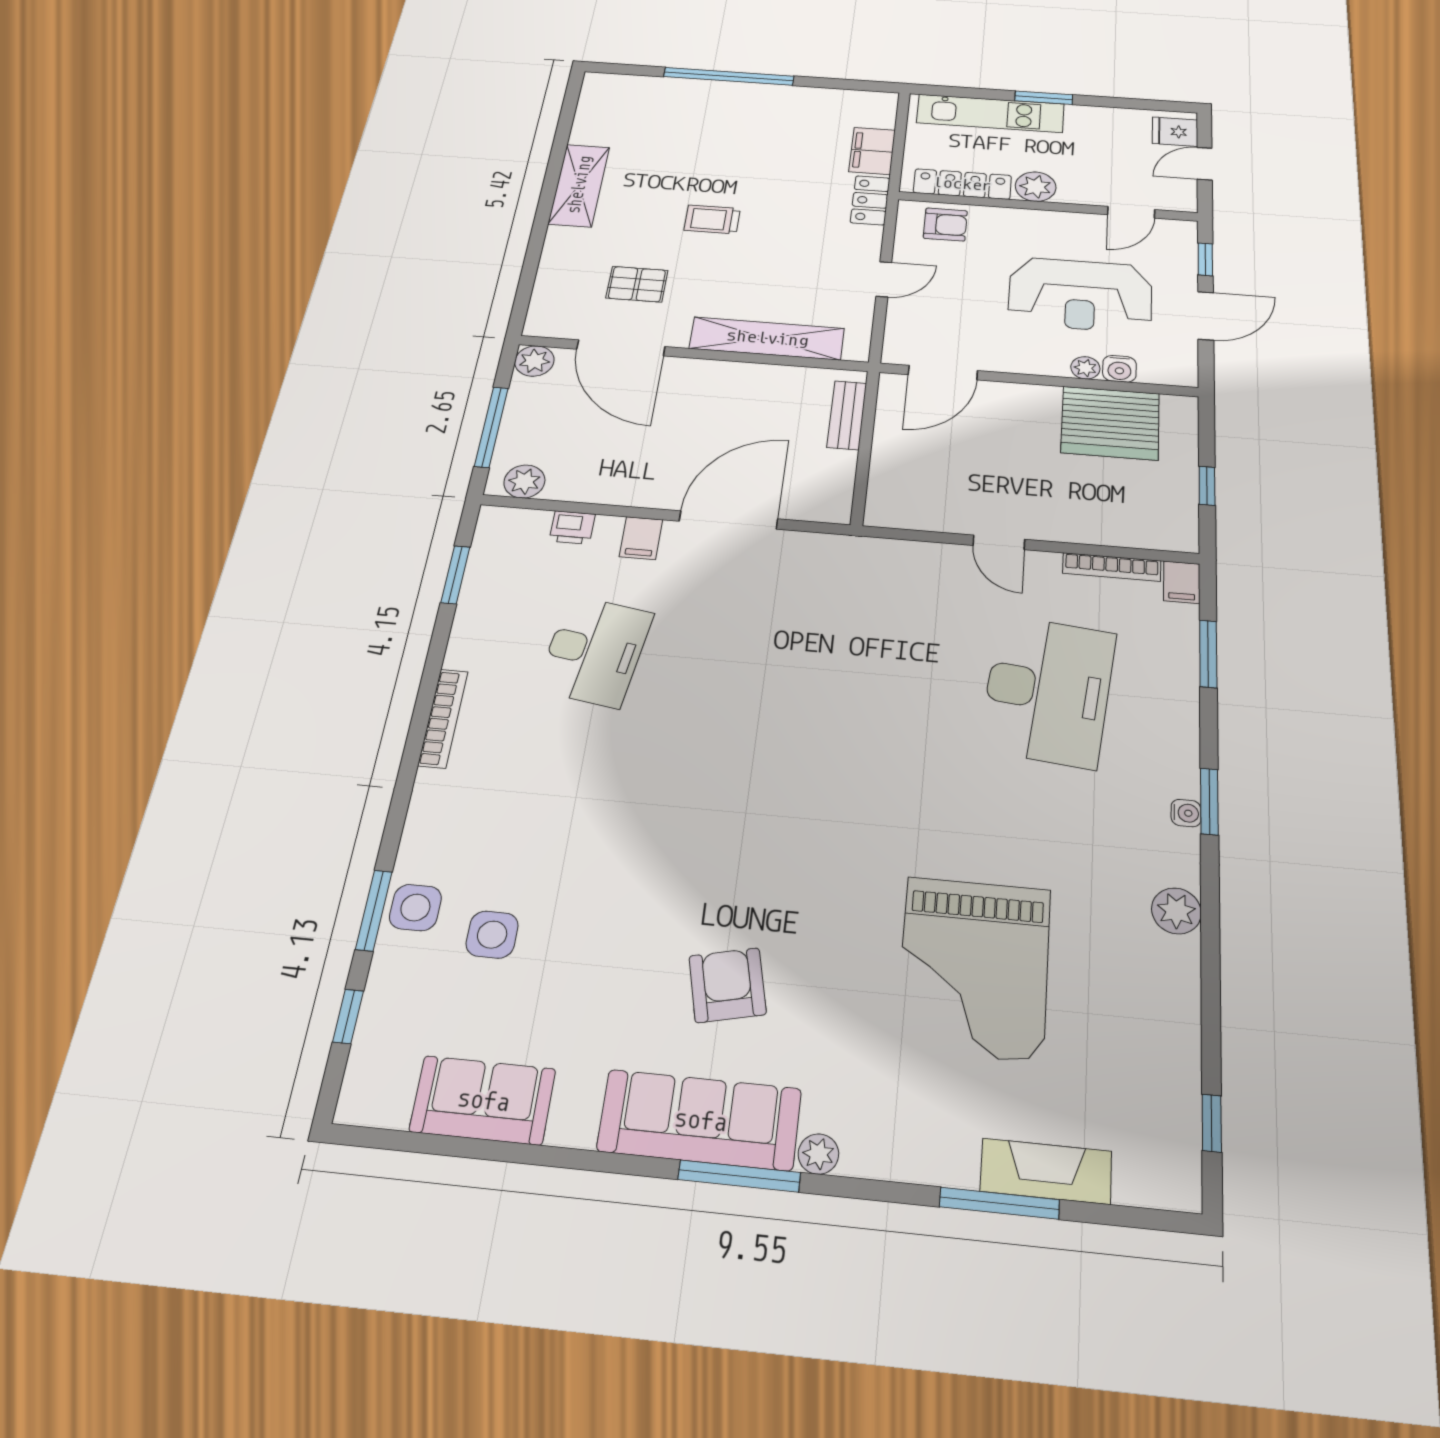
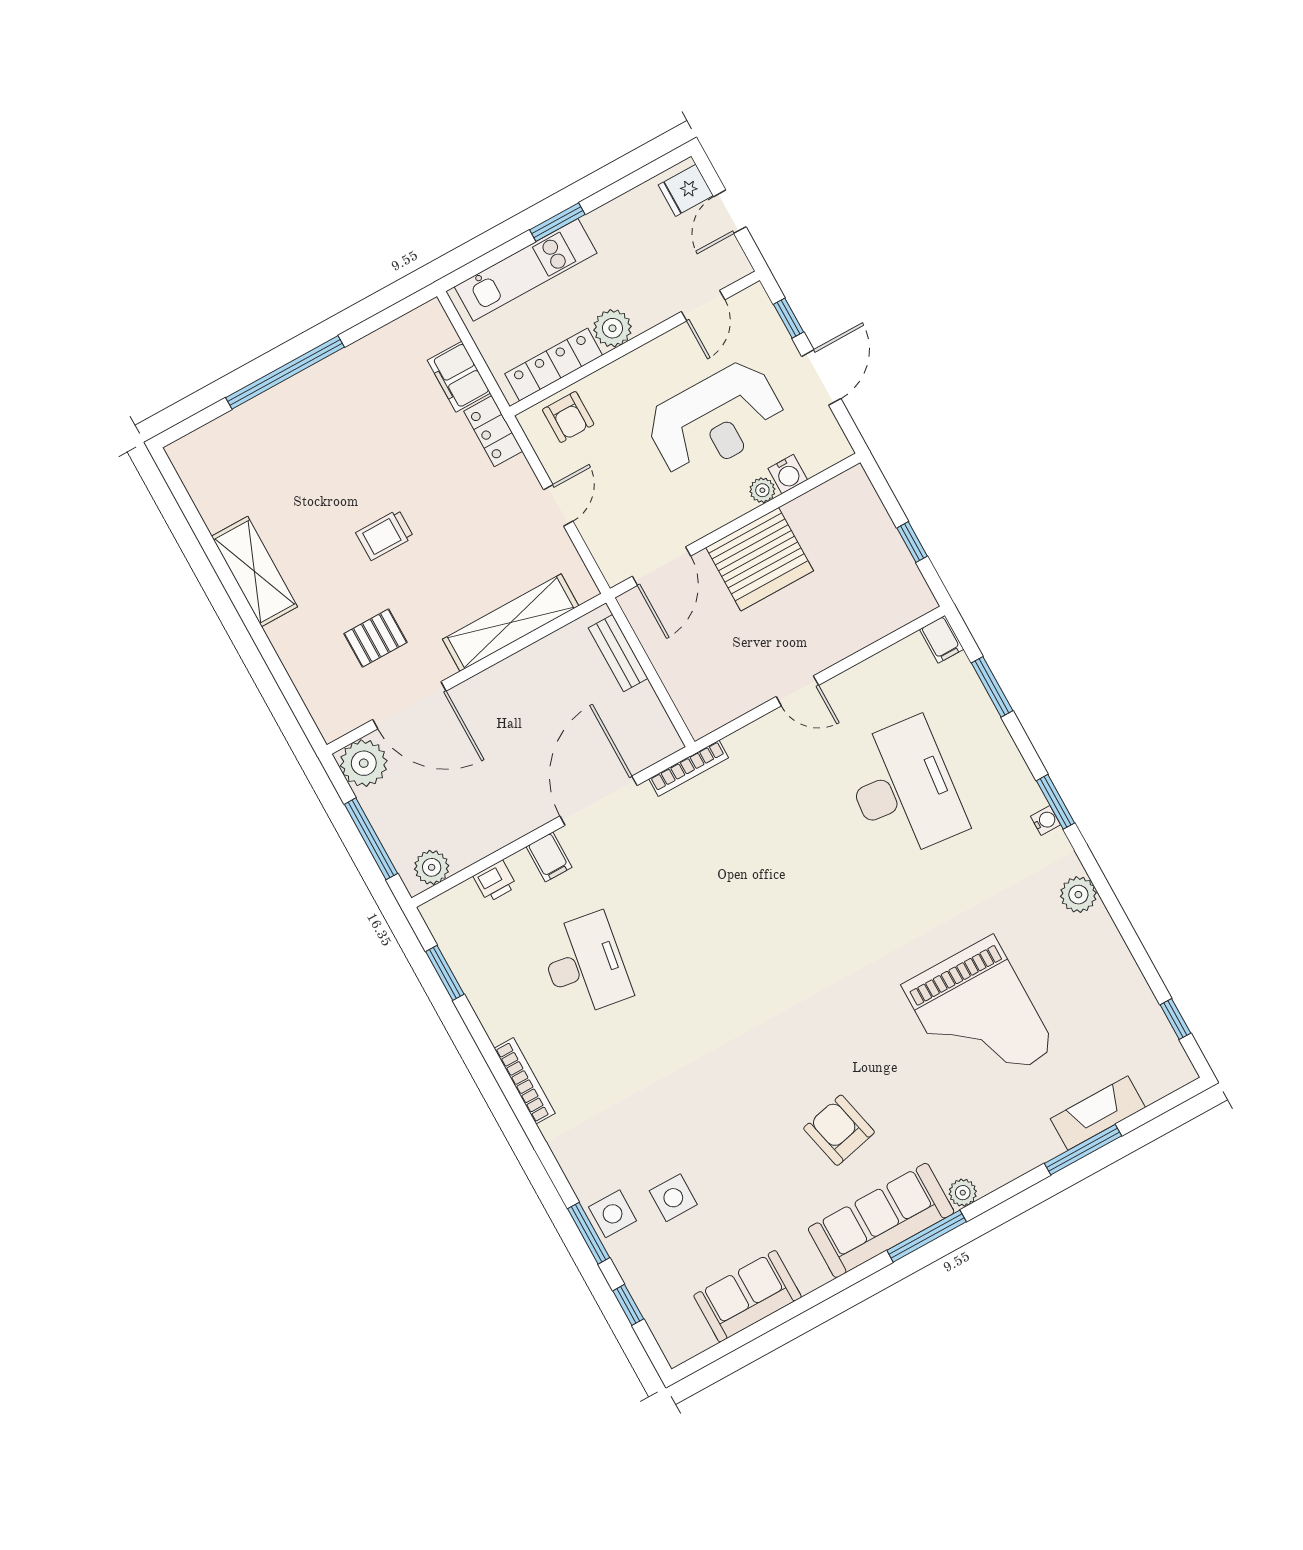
armchair: (945, 225) -> (568, 417), turned 90
plant: (534, 361) -> (364, 763), width x1.36, depth x1.36
server rack: (1110, 423) -> (760, 559), moved
bookcase: (1112, 567) -> (689, 768), moved

